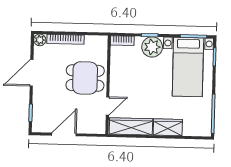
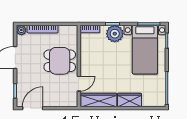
door: (64, 134) -> (33, 108), moved

